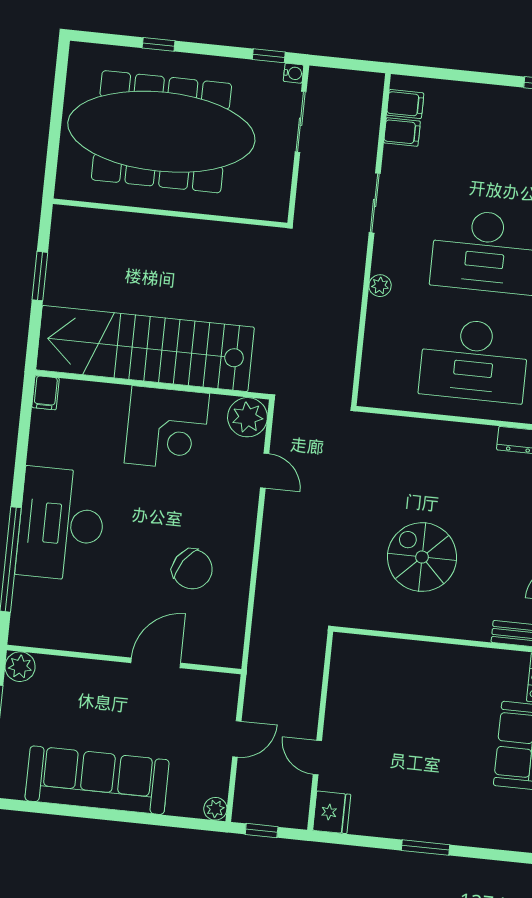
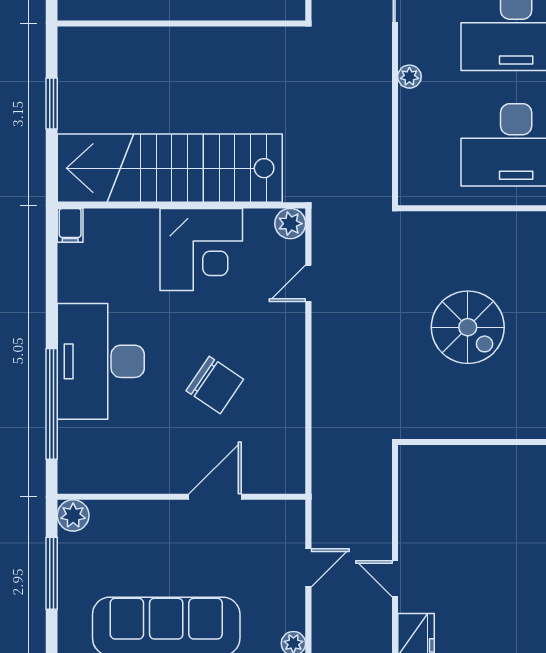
plant: (247, 417) -> (290, 224), width x0.73, depth x0.73
door: (265, 471) -> (308, 283), swing flipped
spiral stairs: (422, 557) -> (468, 327), moved, turned 180
chair: (192, 569) -> (215, 385), moved

